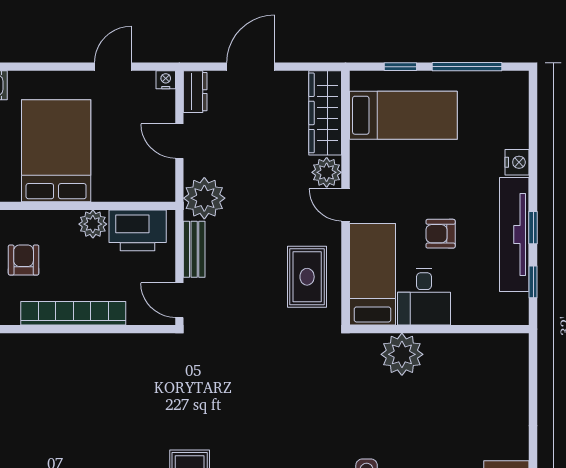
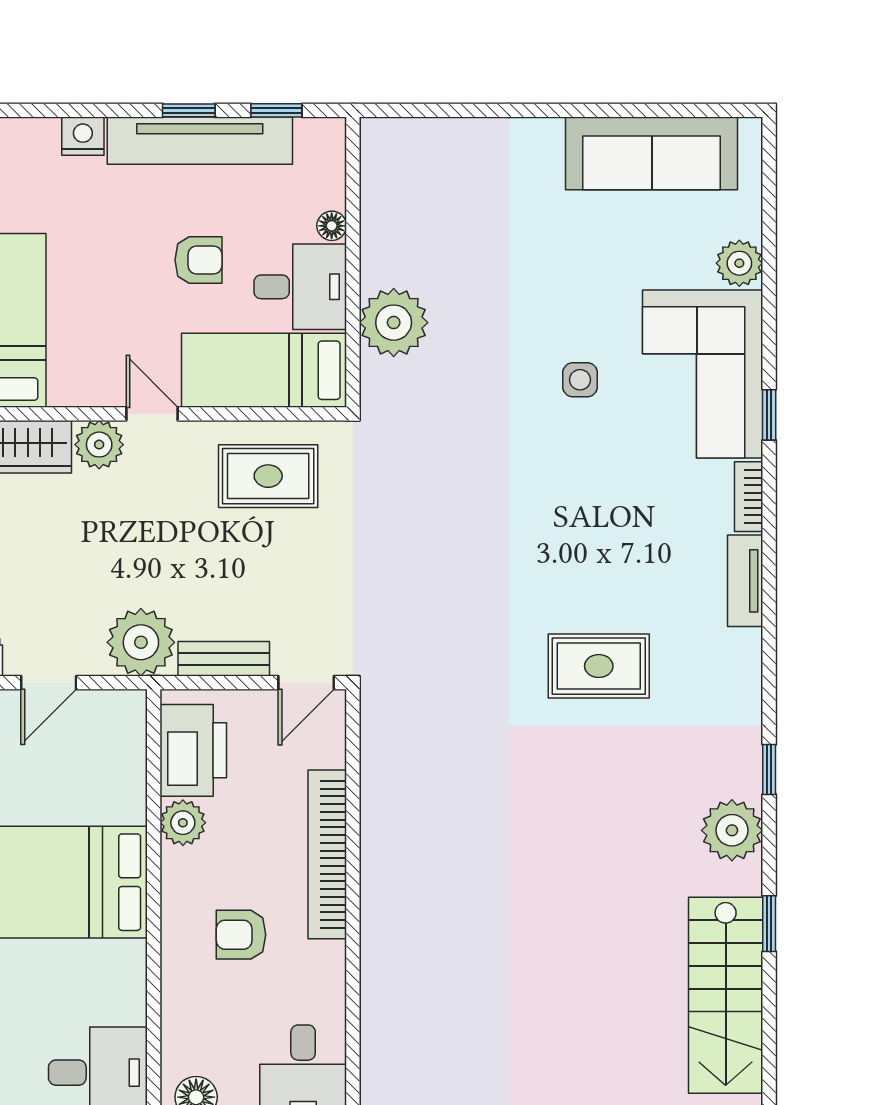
door: (345, 205) -> (152, 414), swing flipped
armchair: (441, 234) -> (198, 260), turned -90
floor lamp: (462, 316) -> (332, 226), added

